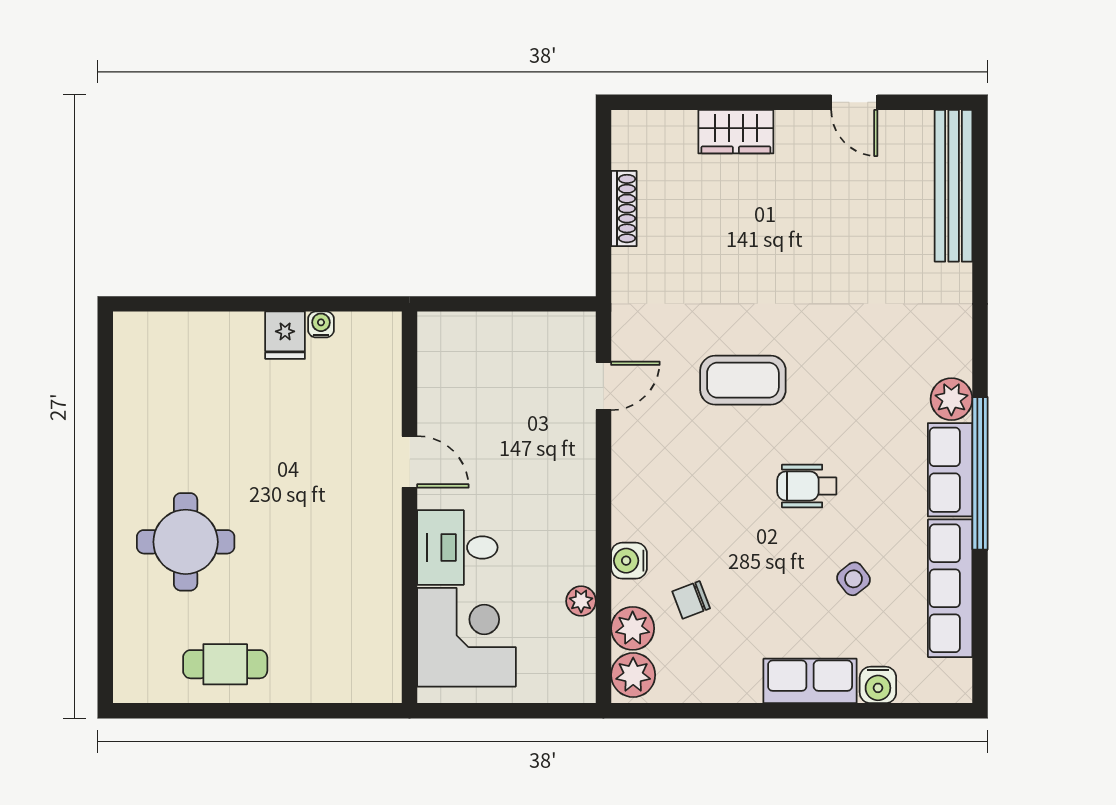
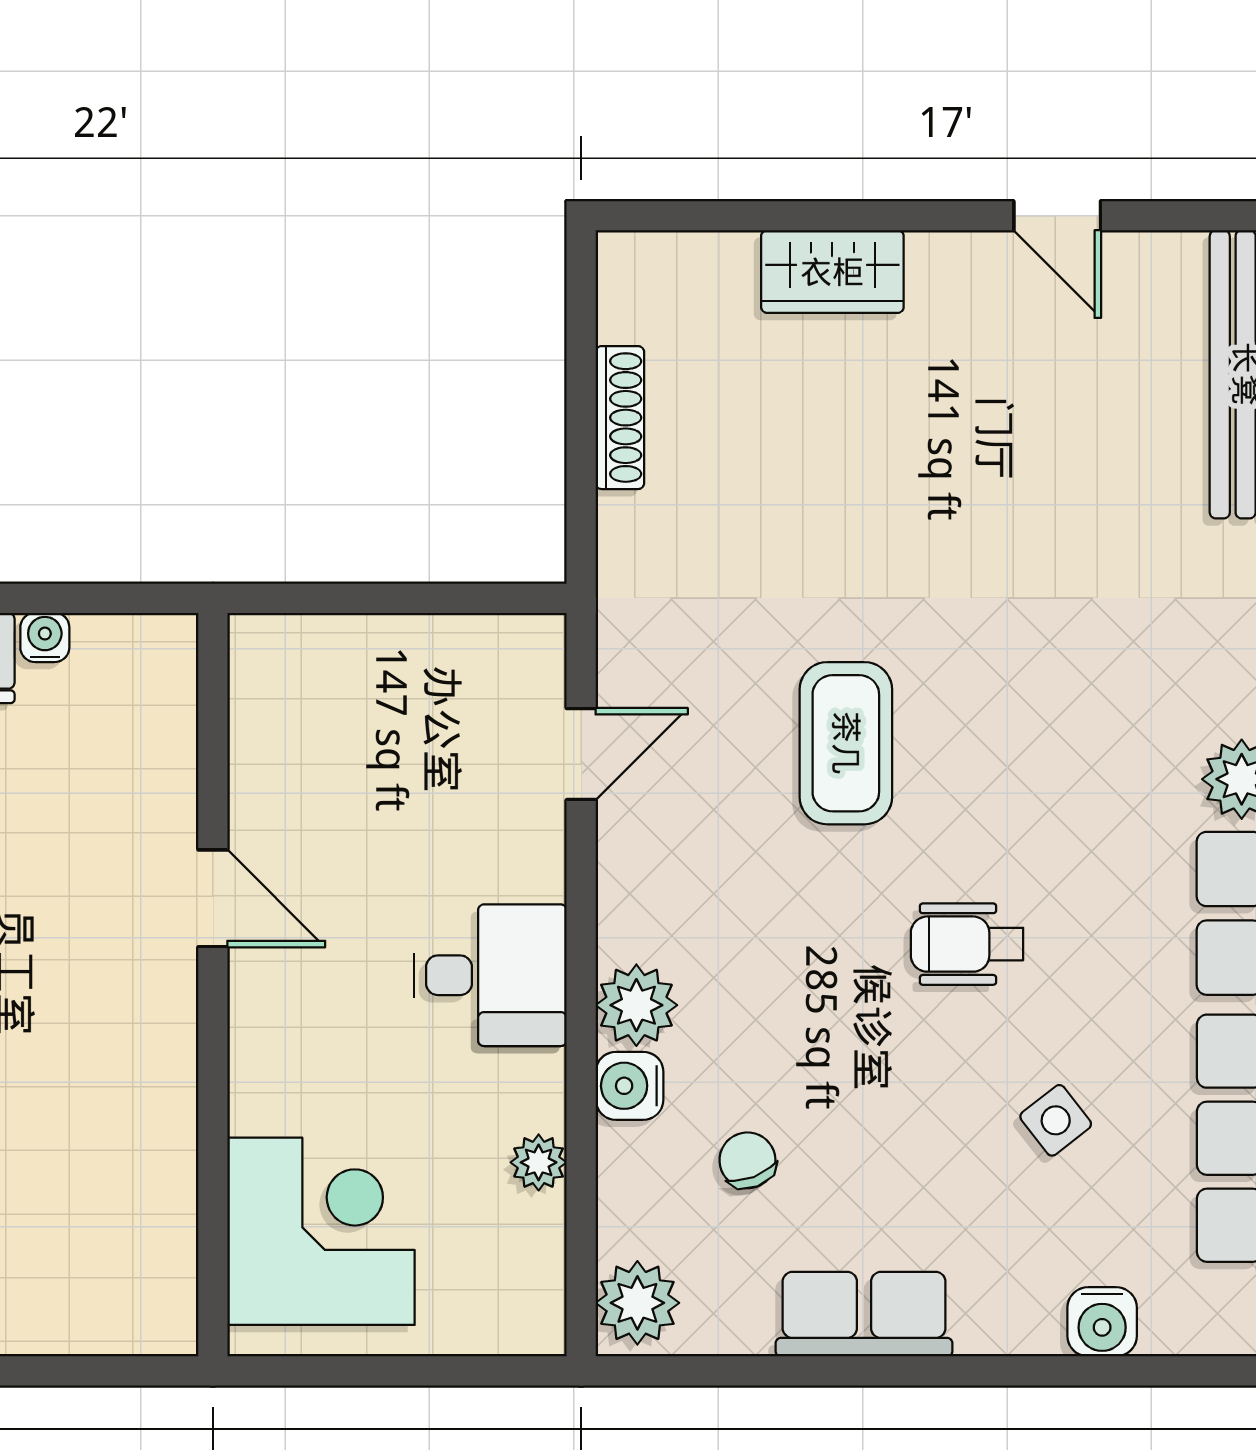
coffee table: (743, 380) -> (846, 743), turned 90
desk: (457, 547) -> (490, 975), moved, turned 180
chair: (691, 600) -> (747, 1160), turned 90
plant: (633, 628) -> (636, 1005), moved
row of seats: (810, 681) -> (864, 1314), moved

